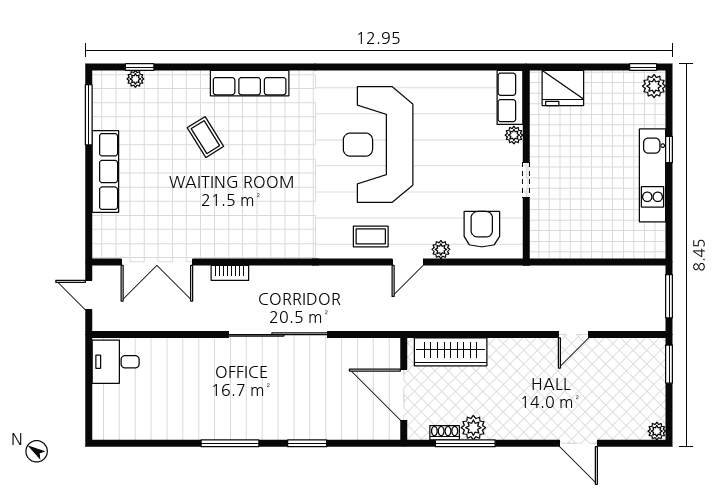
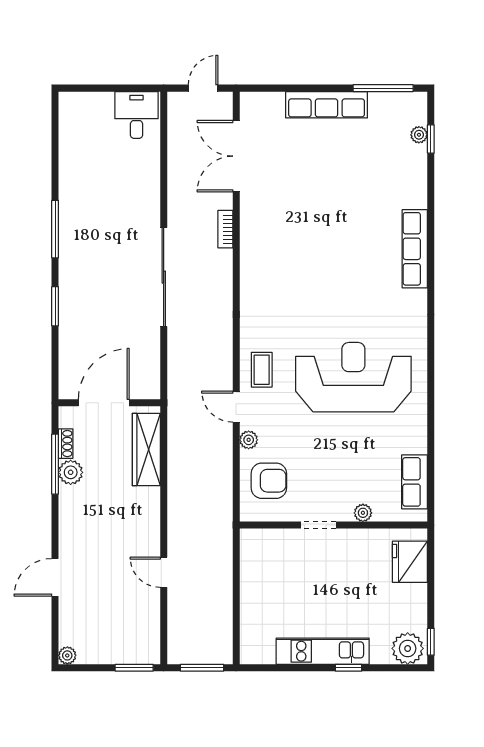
plant: (654, 86) -> (408, 648), width x1.36, depth x1.36
row of seats: (510, 97) -> (415, 482), moved, turned -90
coffee table: (205, 137) -> (361, 205), removed

